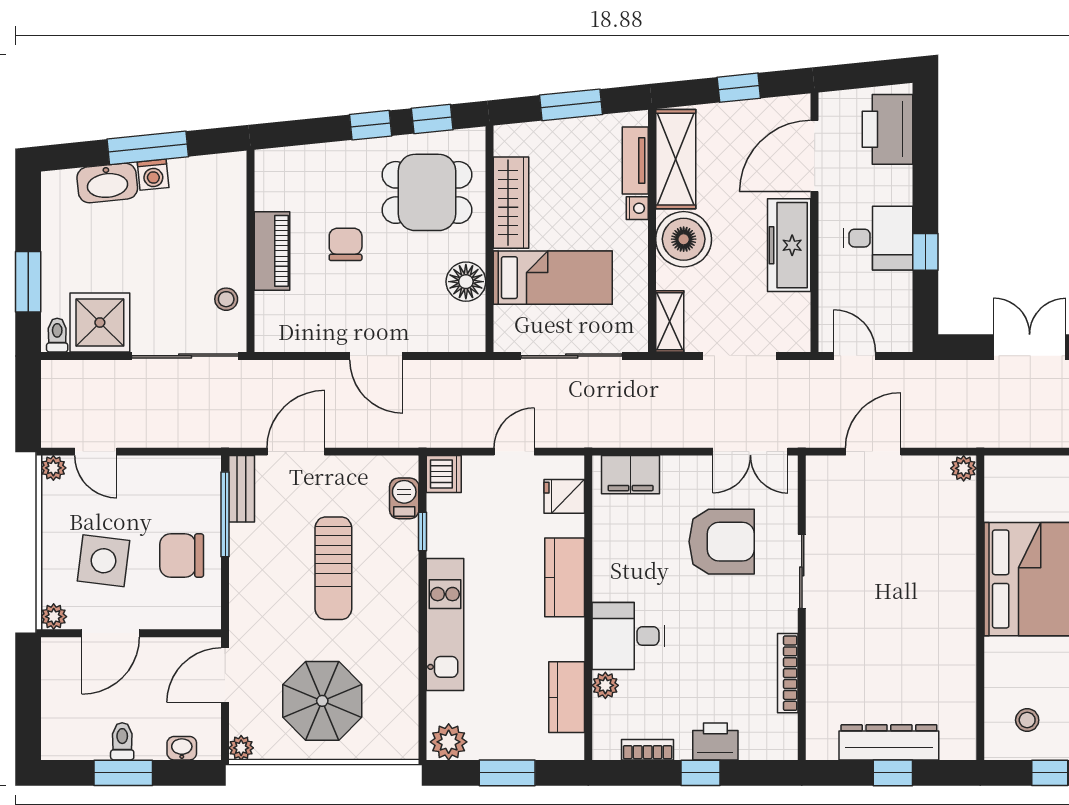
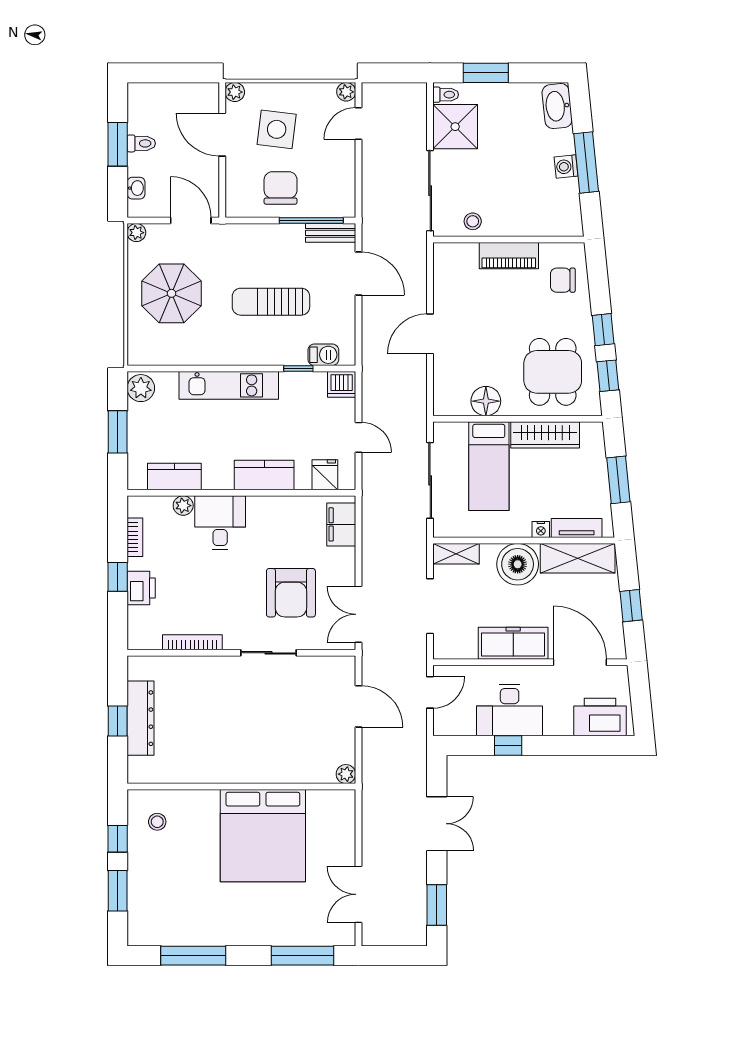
washbasin: (107, 183) -> (557, 106), moved
desk: (878, 238) -> (510, 710), width x1.37
chair: (346, 244) -> (563, 280), moved, turned 180

